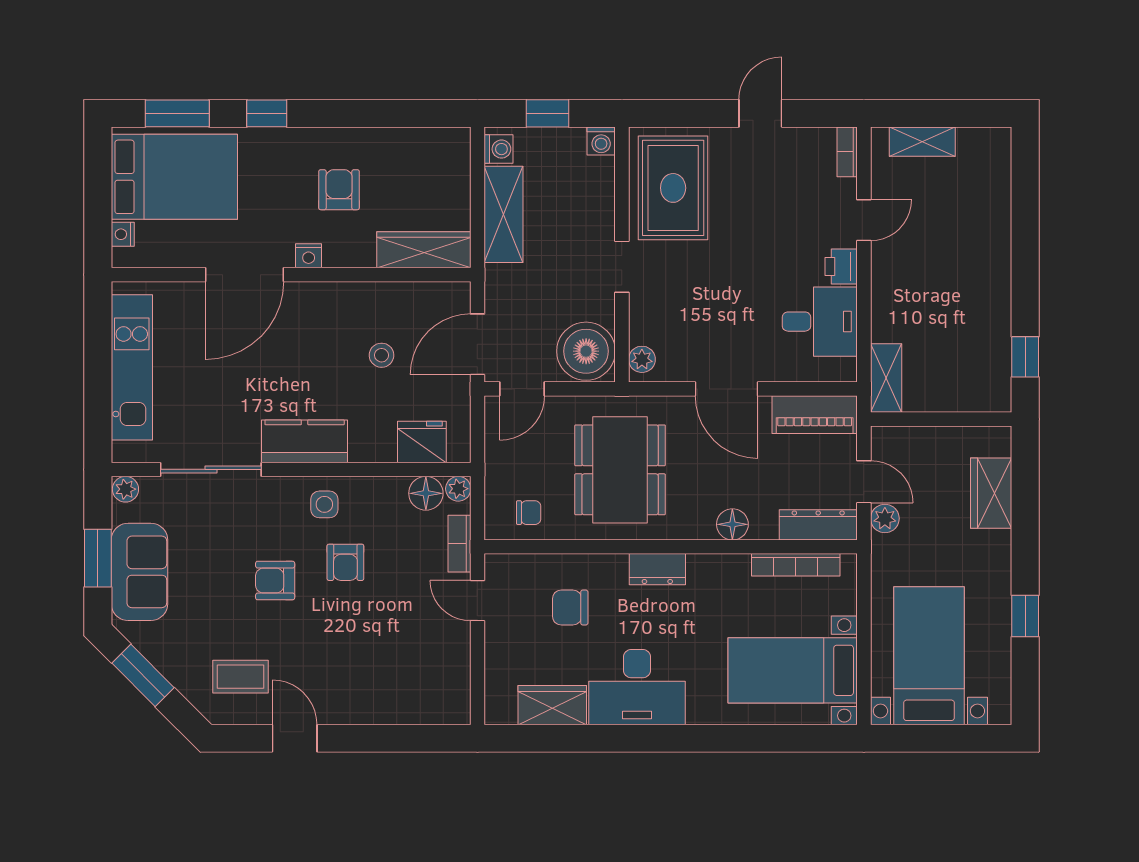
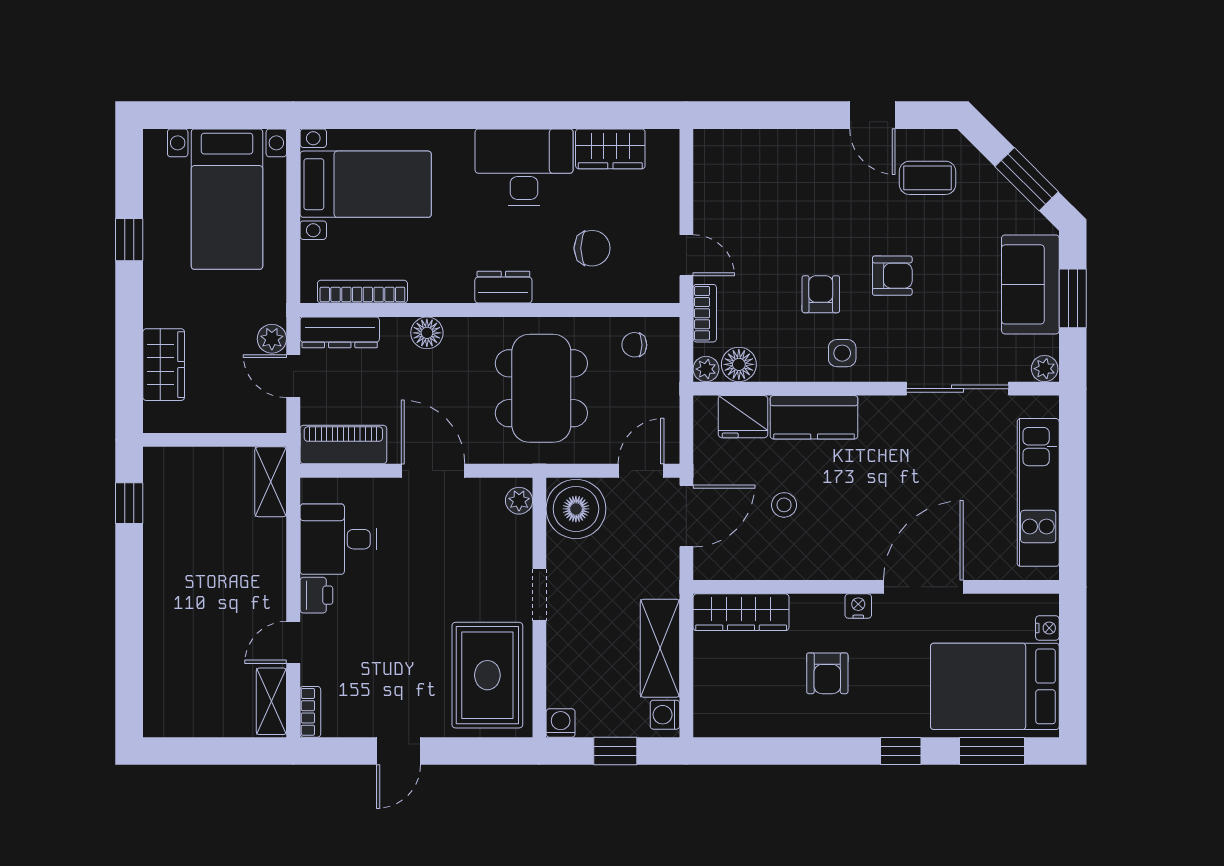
shelving: (922, 142) -> (271, 701), moved, turned 90
kitchen counter: (305, 441) -> (814, 417), moved

